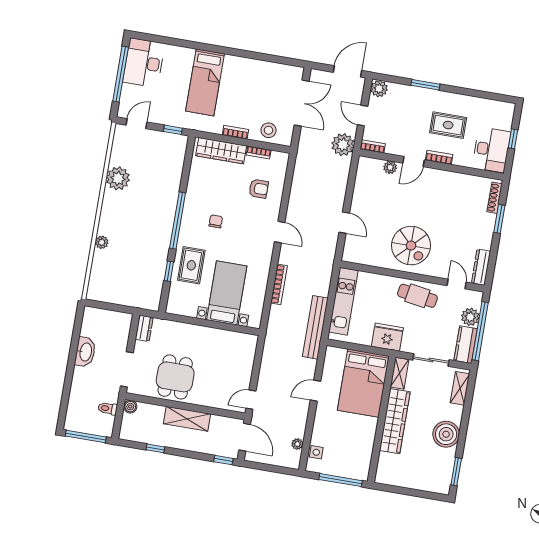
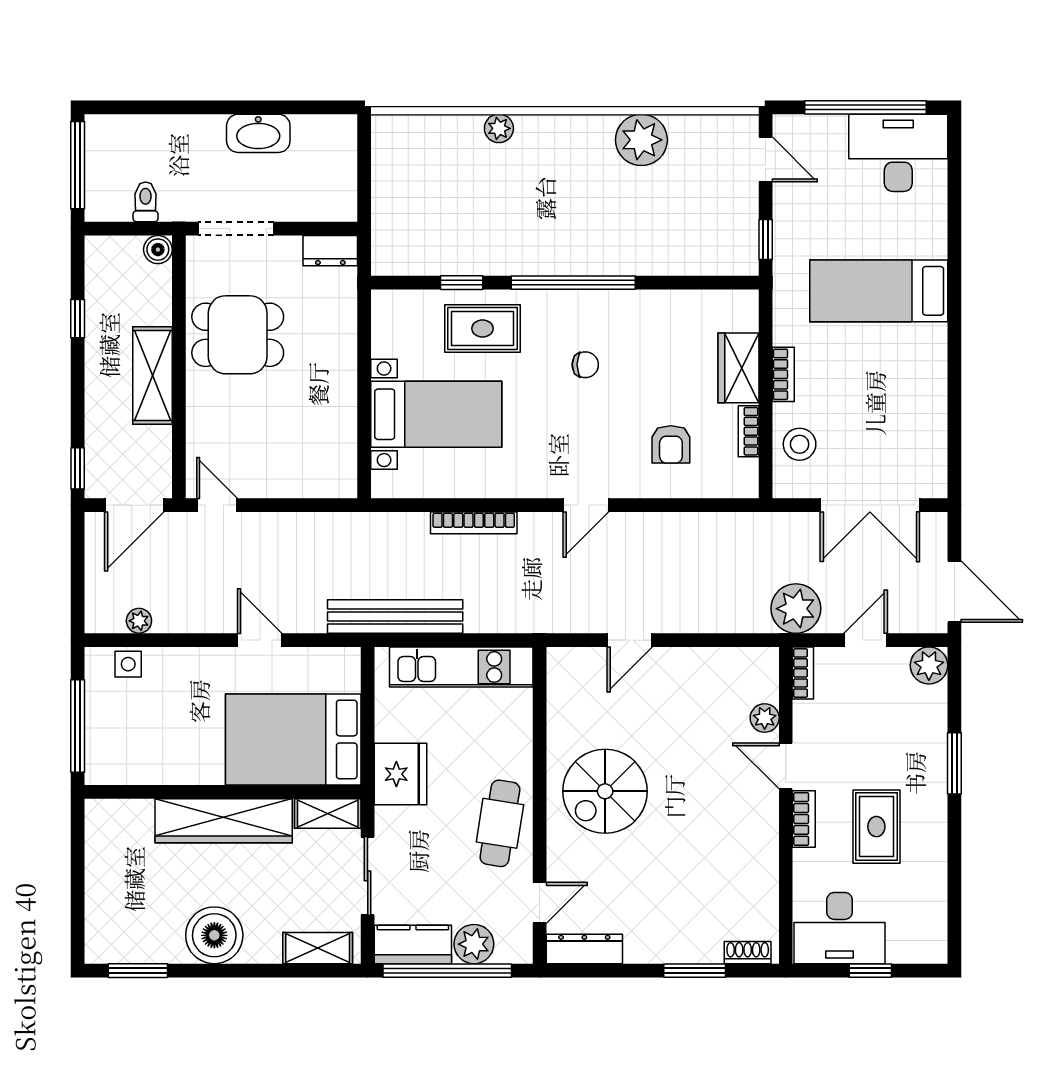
wardrobe: (221, 151) -> (738, 368), width x0.67
shoe rack: (495, 198) -> (748, 953), width x0.70

